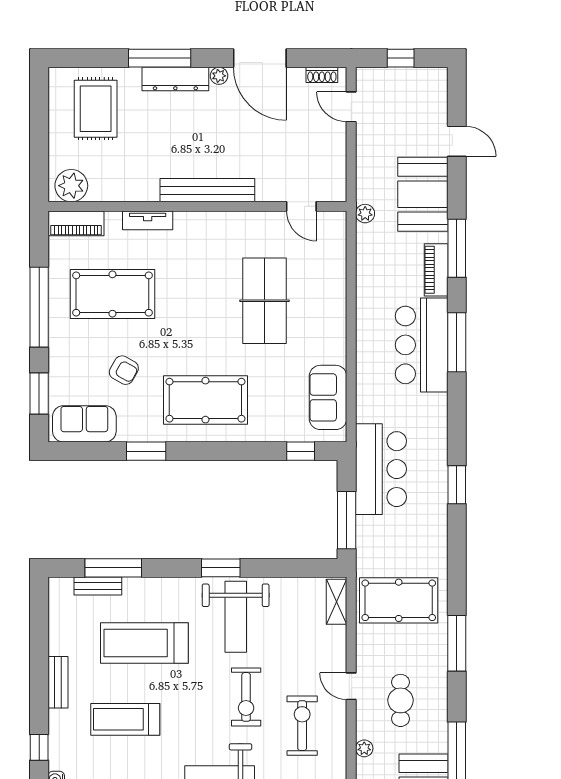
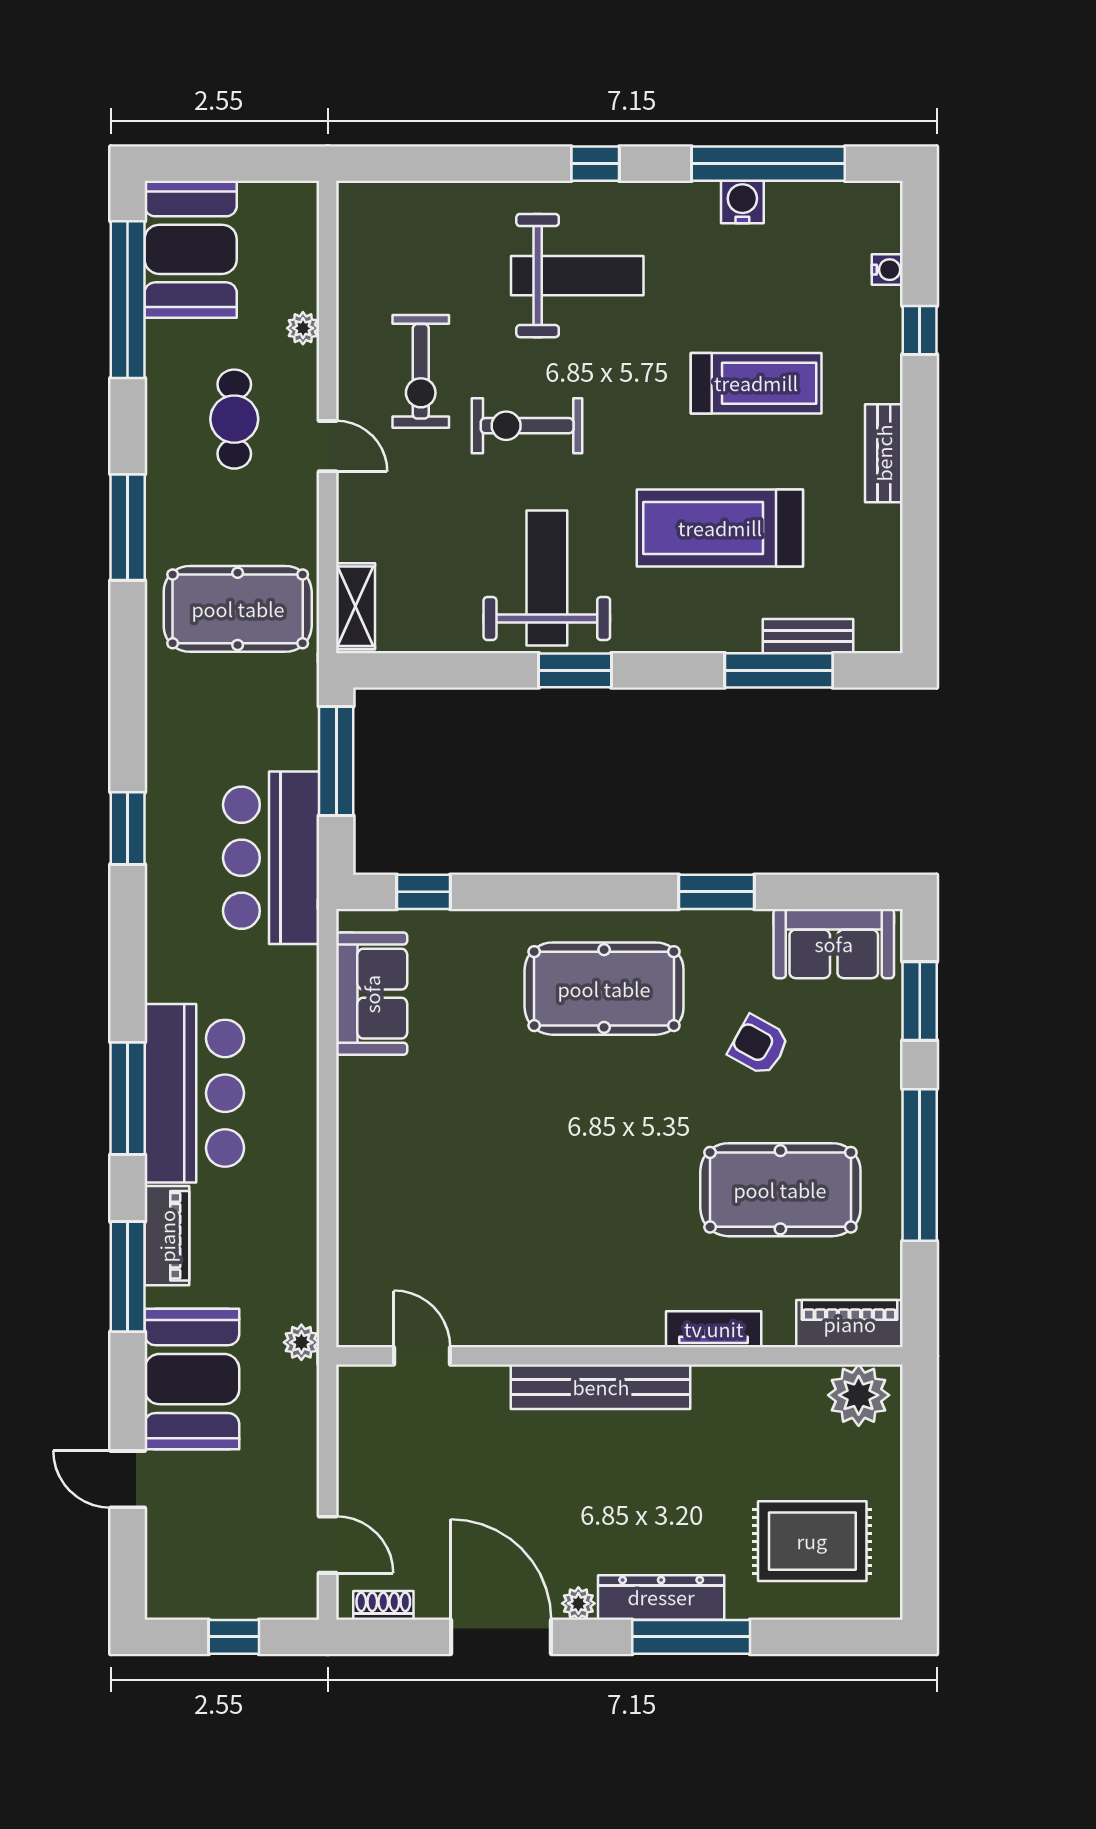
rug: (96, 109) -> (812, 1541), turned 90
table tennis table: (265, 301) -> (492, 1177), removed
treadmill: (144, 643) -> (720, 528), turned 180
exercise bike: (246, 697) -> (527, 426), turned -90

